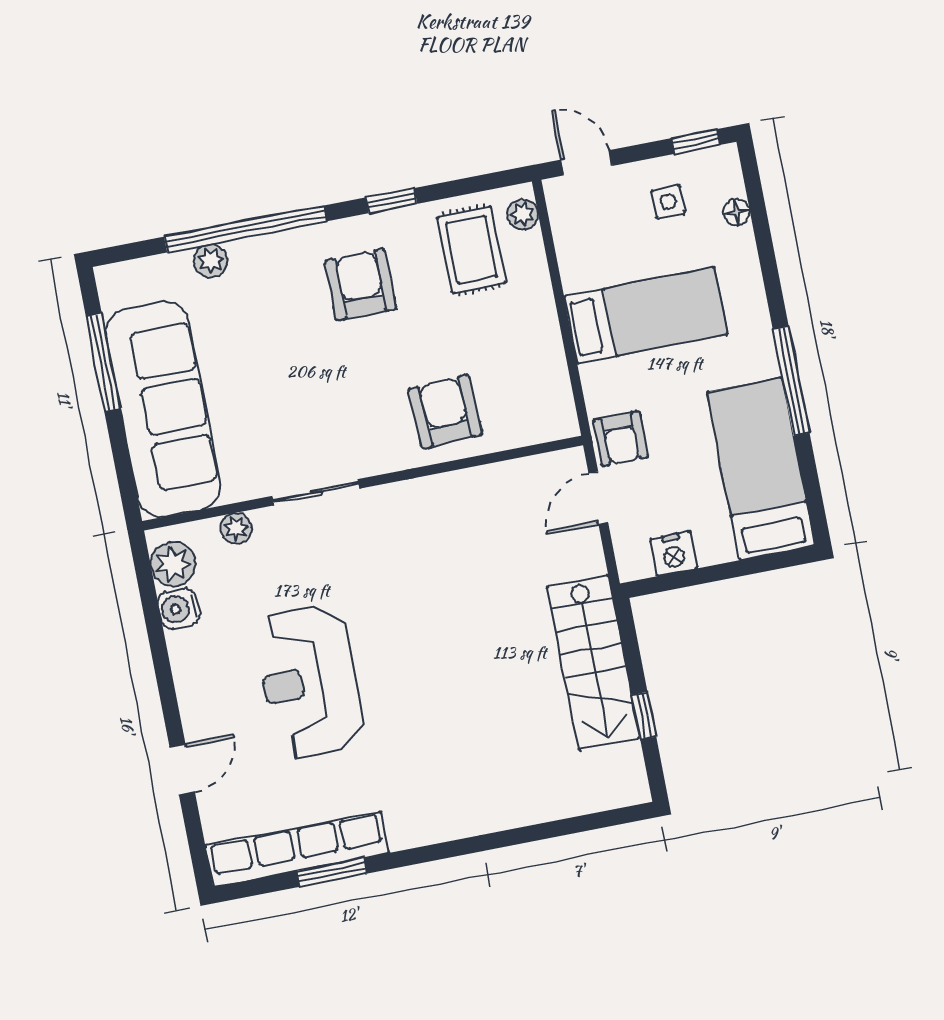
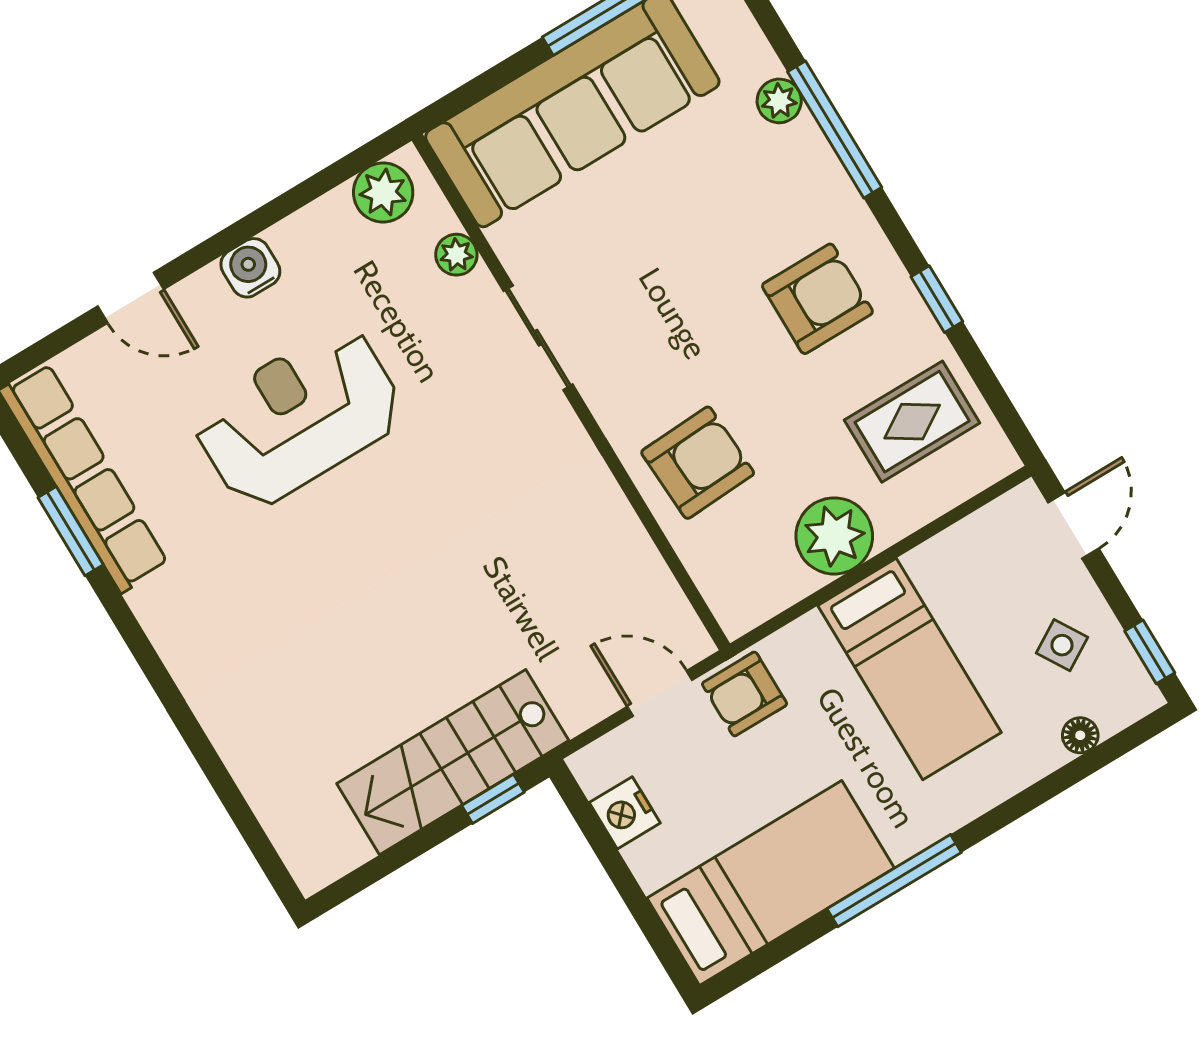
side table: (668, 202) -> (1062, 645), turned -31
plant: (523, 214) -> (834, 536), moved, width x1.88, depth x1.88
window: (245, 229) -> (835, 130), width x0.68
water cooler: (179, 609) -> (250, 268), moved
window: (644, 716) -> (493, 799), moved

